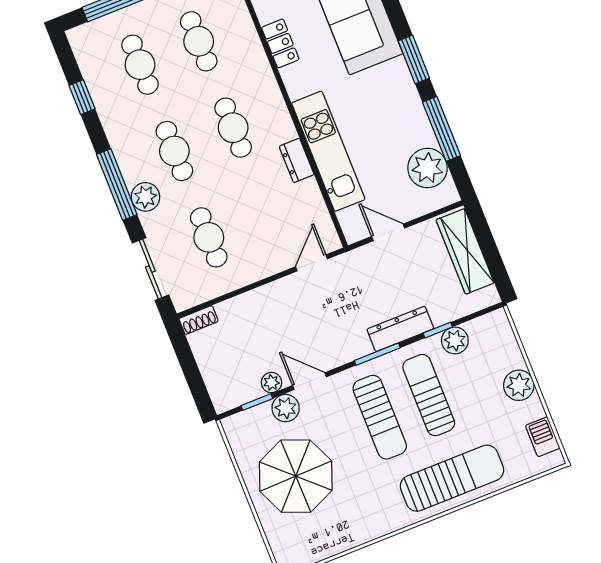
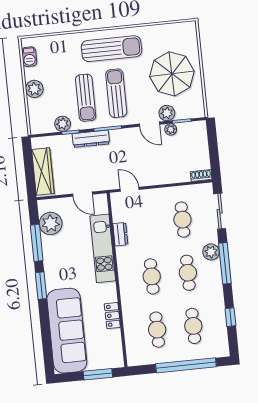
dresser: (297, 160) -> (120, 234), moved
door: (312, 263) -> (130, 189), swing flipped
sun lounger: (452, 478) -> (111, 49), moved, turned 180

